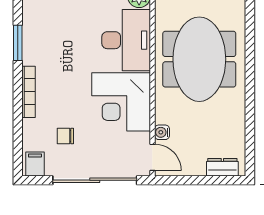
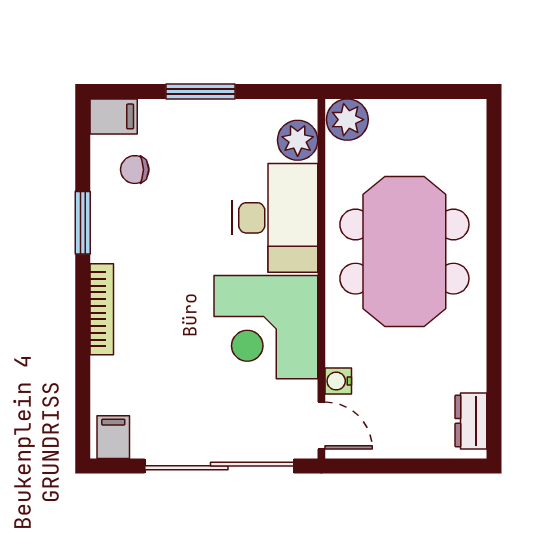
chair: (65, 136) -> (135, 170), moved
dresser: (222, 167) -> (471, 421), moved, turned -90

